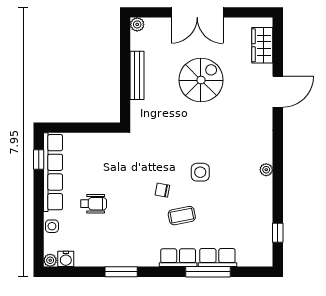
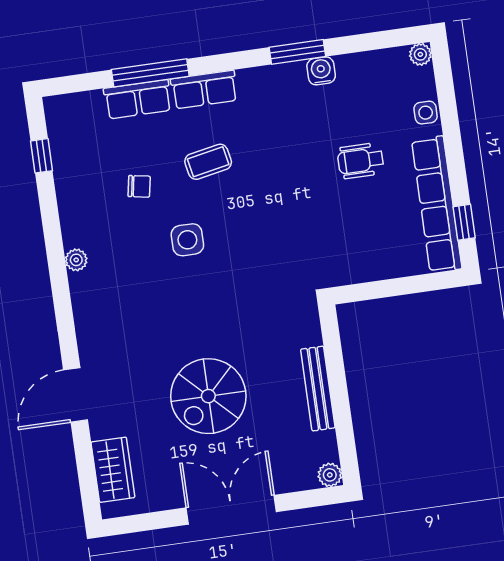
chair: (162, 190) -> (139, 186), moved
water cooler: (66, 259) -> (321, 71), moved

